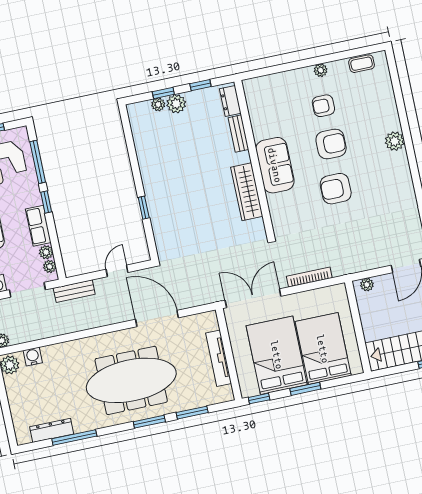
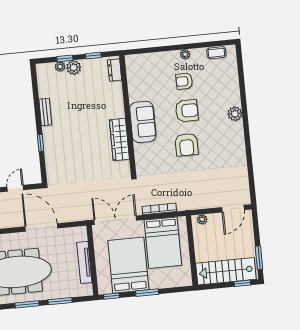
bench: (238, 134) -> (45, 112), moved
armchair: (336, 189) -> (187, 145), turned -90
bed: (323, 349) -> (163, 243), moved, turned 180

